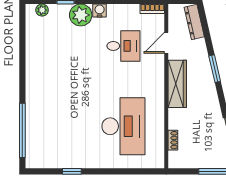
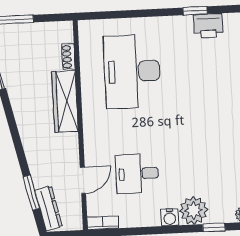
window: (215, 69) -> (31, 193), moved
wardrobe: (177, 84) -> (65, 101), moved
printer: (62, 159) -> (208, 26), added

